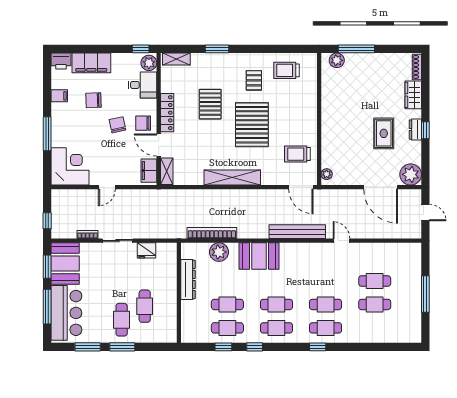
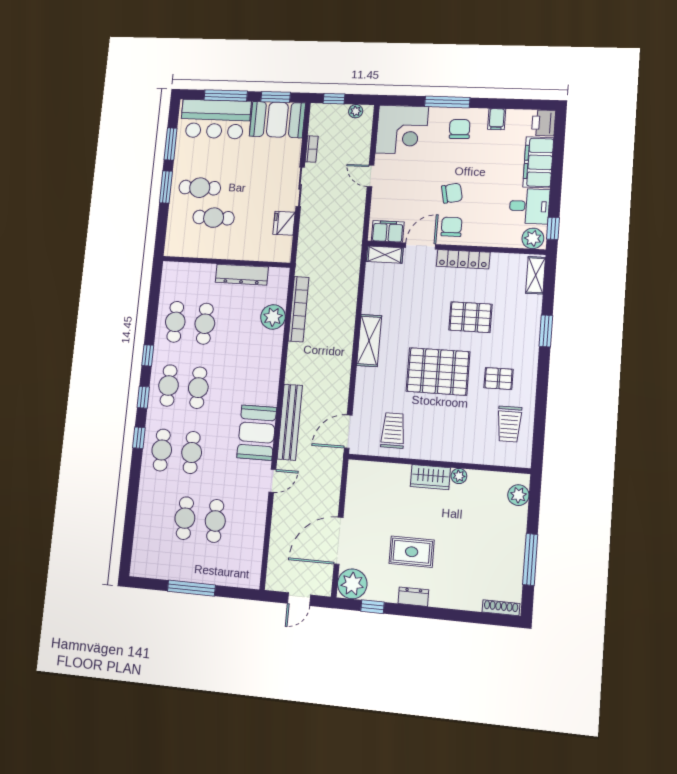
window: (356, 49) -> (530, 559), moved
trolley: (286, 70) -> (509, 424), turned 180
desk: (143, 85) -> (529, 206), moved, turned -90
wardrobe: (413, 95) -> (430, 477), moved, turned 180
chair: (94, 100) -> (460, 129), moved
window: (425, 130) -> (373, 607), moved
plant: (327, 174) -> (459, 476), moved
shelving: (232, 177) -> (369, 341), width x0.68
plant: (57, 203) -> (356, 111), added
booth: (259, 256) -> (257, 433), moved
window: (223, 347) -> (143, 397), moved

